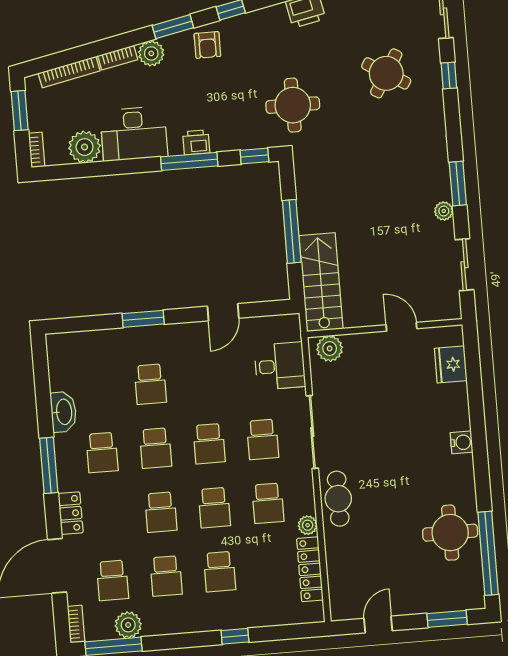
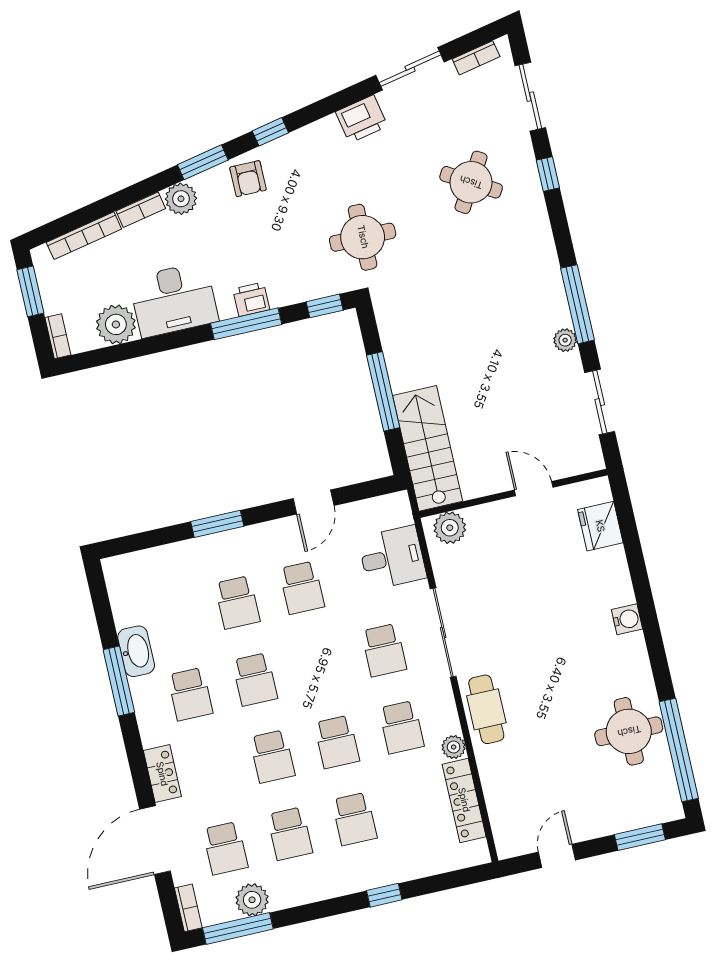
window: (458, 184) -> (577, 304), width x1.44
school desk: (209, 444) -> (302, 588), moved
window: (49, 465) -> (119, 681), moved

